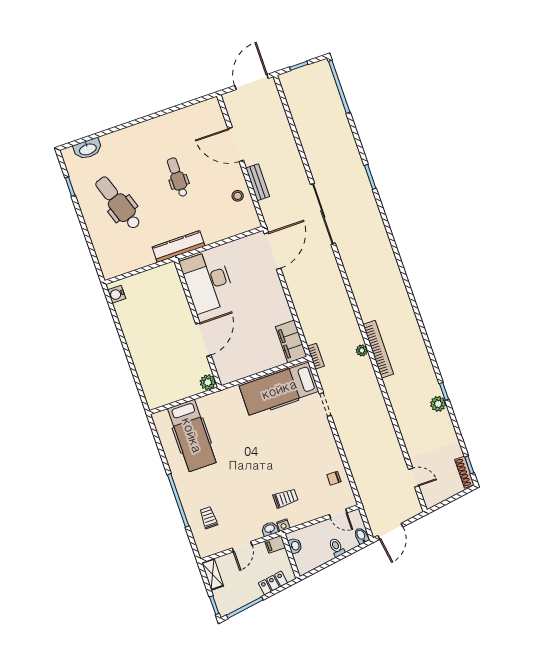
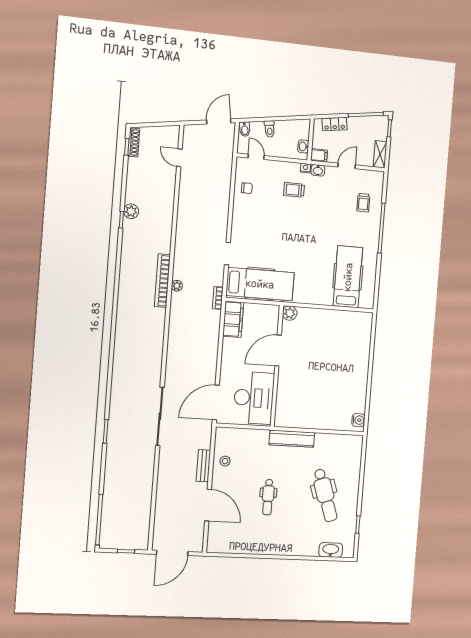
desk: (208, 281) -> (254, 398), moved
wall: (198, 323) -> (277, 366), moved
door: (203, 340) -> (278, 350), moved
plant: (208, 382) -> (290, 313), moved

